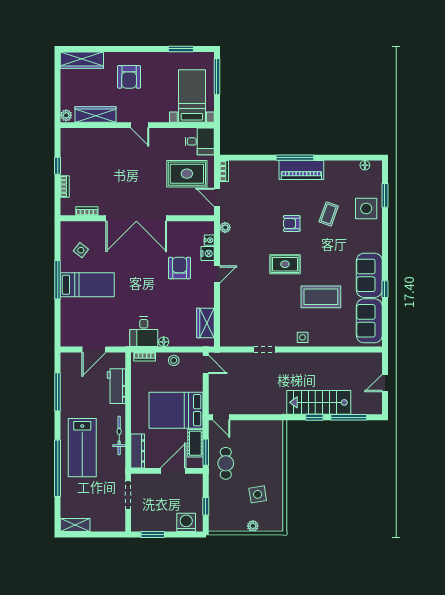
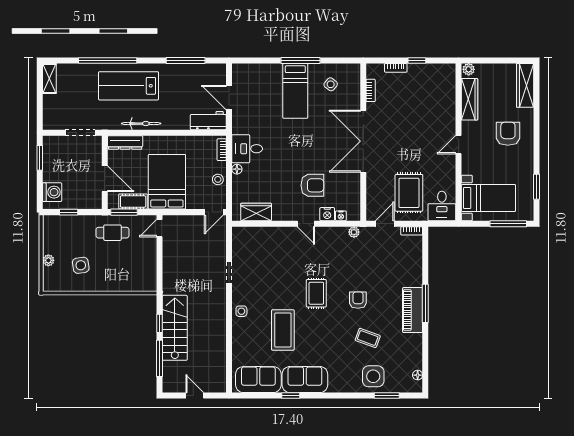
armchair: (129, 77) -> (508, 134), turned 90
workbench: (116, 386) -> (208, 121), moved

